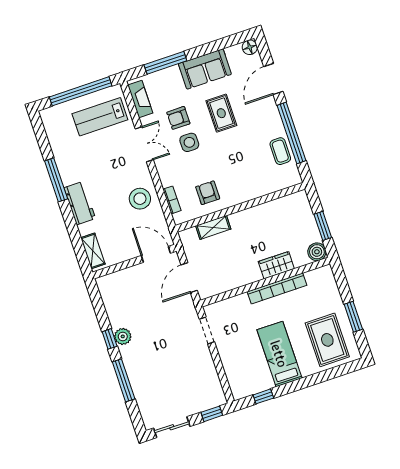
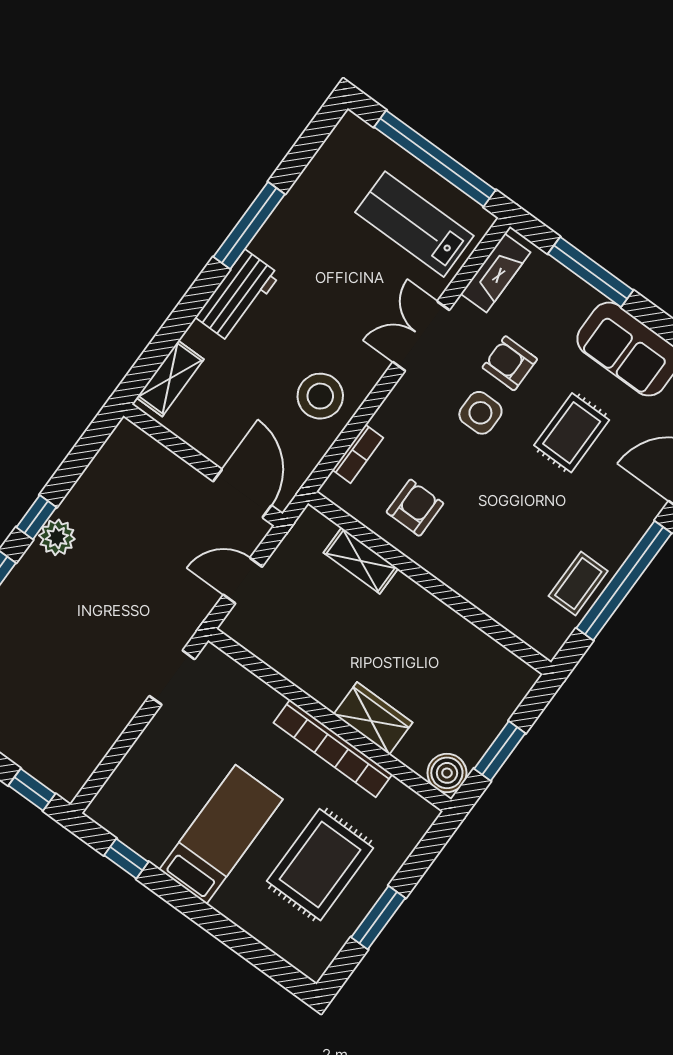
double door: (144, 144) -> (421, 336), swing flipped
door: (189, 278) -> (243, 581), width x0.73
rug: (327, 340) -> (320, 865), moved

